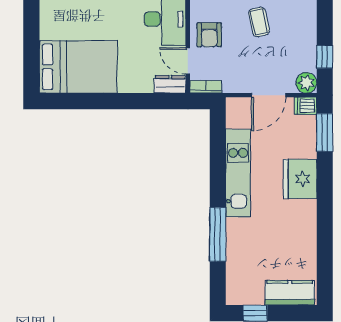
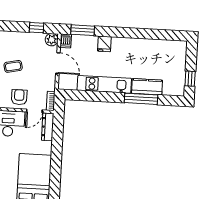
armchair: (209, 35) -> (19, 97), turned -90
dresser: (170, 84) -> (48, 127), width x1.44
fridge: (300, 179) -> (104, 44), width x0.53, depth x0.75
kitchen counter: (290, 293) -> (147, 87), moved, turned 90

